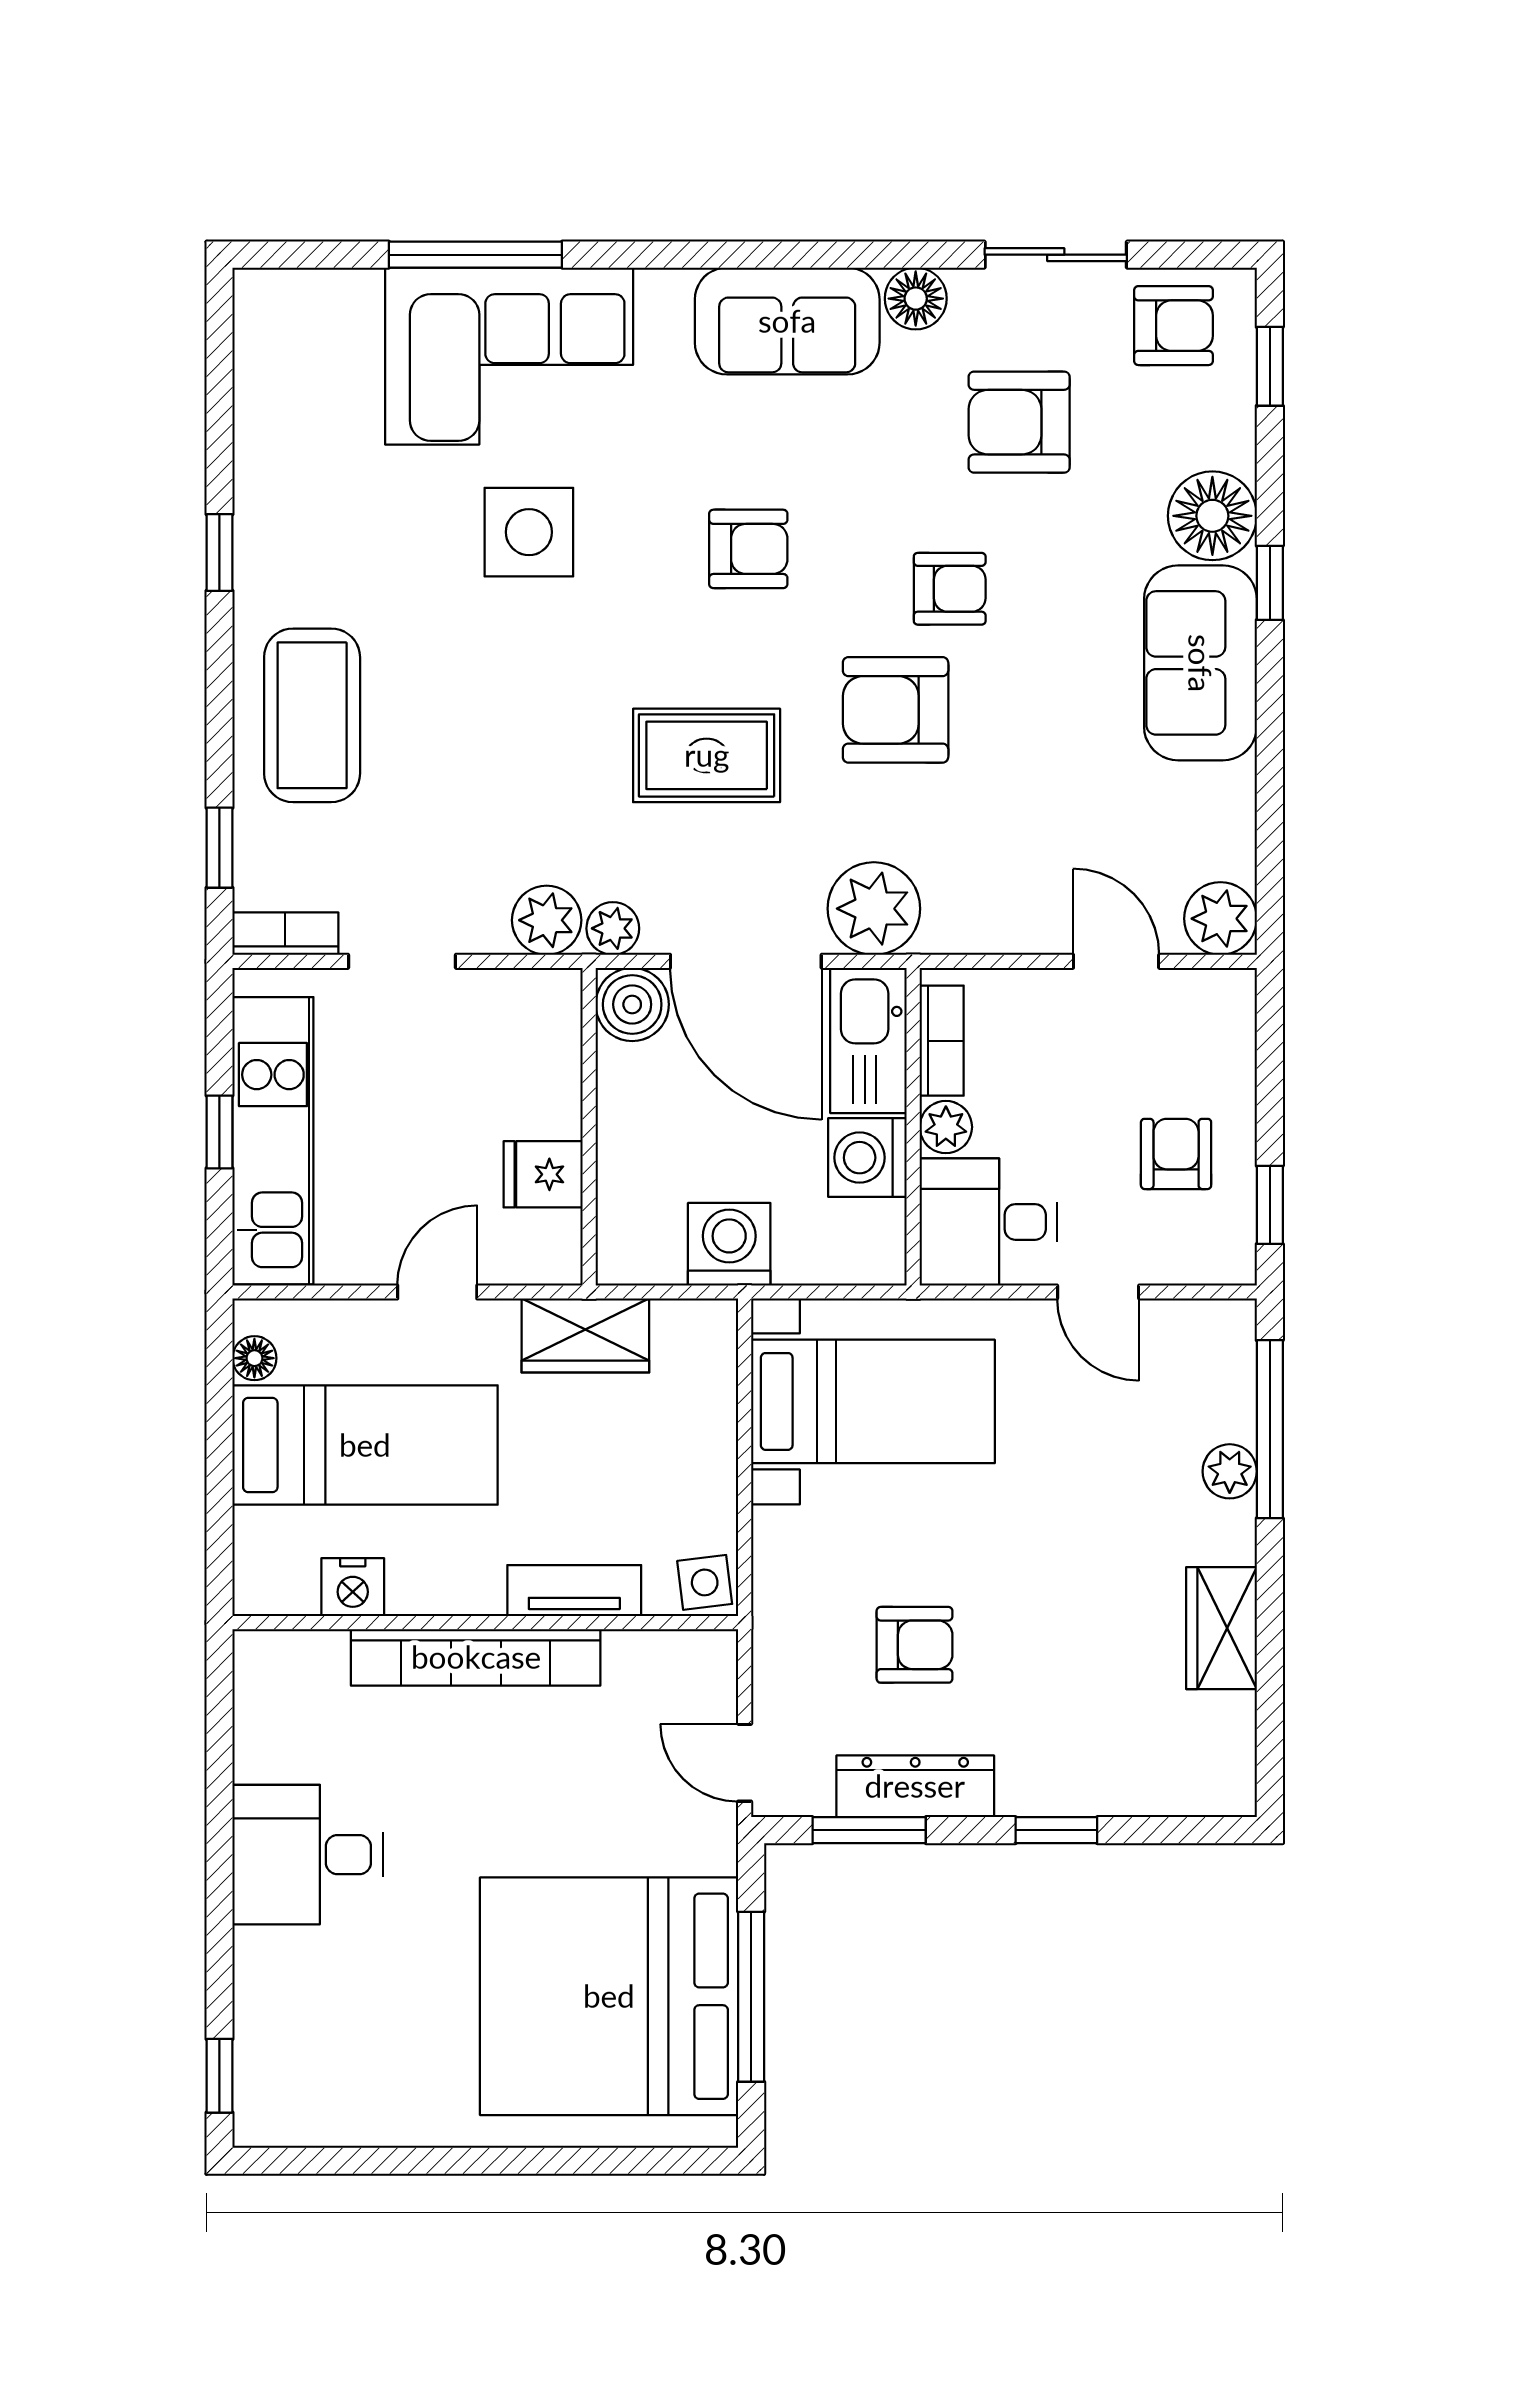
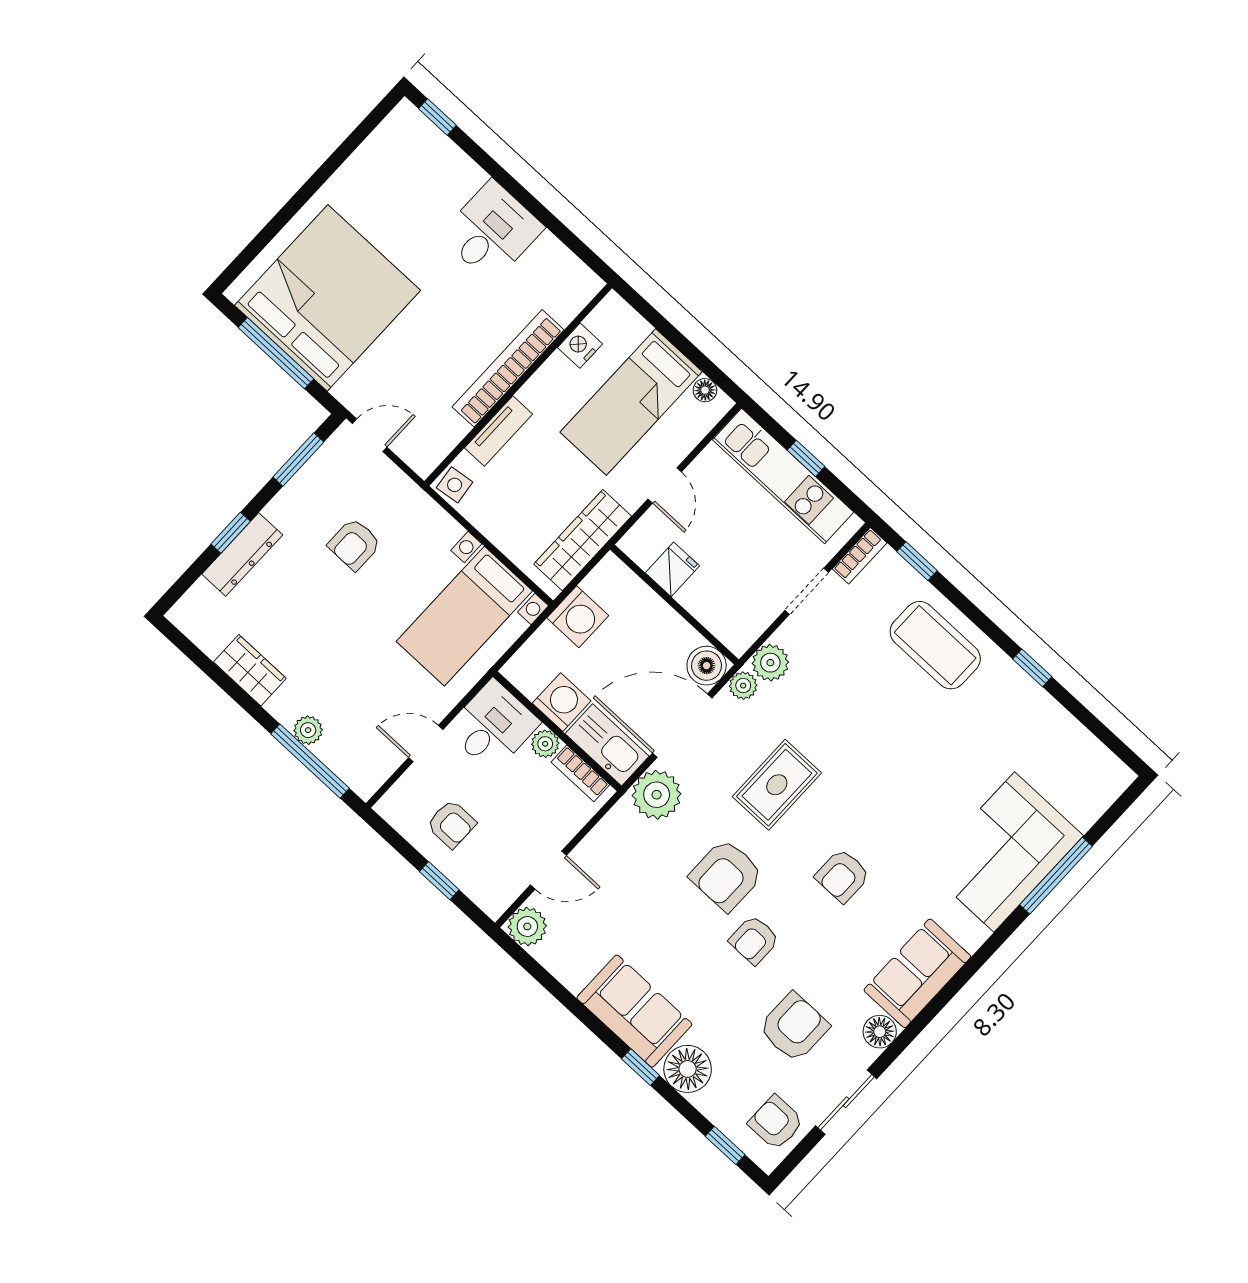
armchair: (1173, 326) -> (776, 1123), turned 90
side table: (529, 532) -> (928, 796), removed
armchair: (896, 710) -> (726, 875), turned 180
window: (1270, 1205) -> (439, 881), moved
wardrobe: (585, 1335) -> (583, 540), width x1.50
dresser: (915, 1786) -> (242, 555), moved

